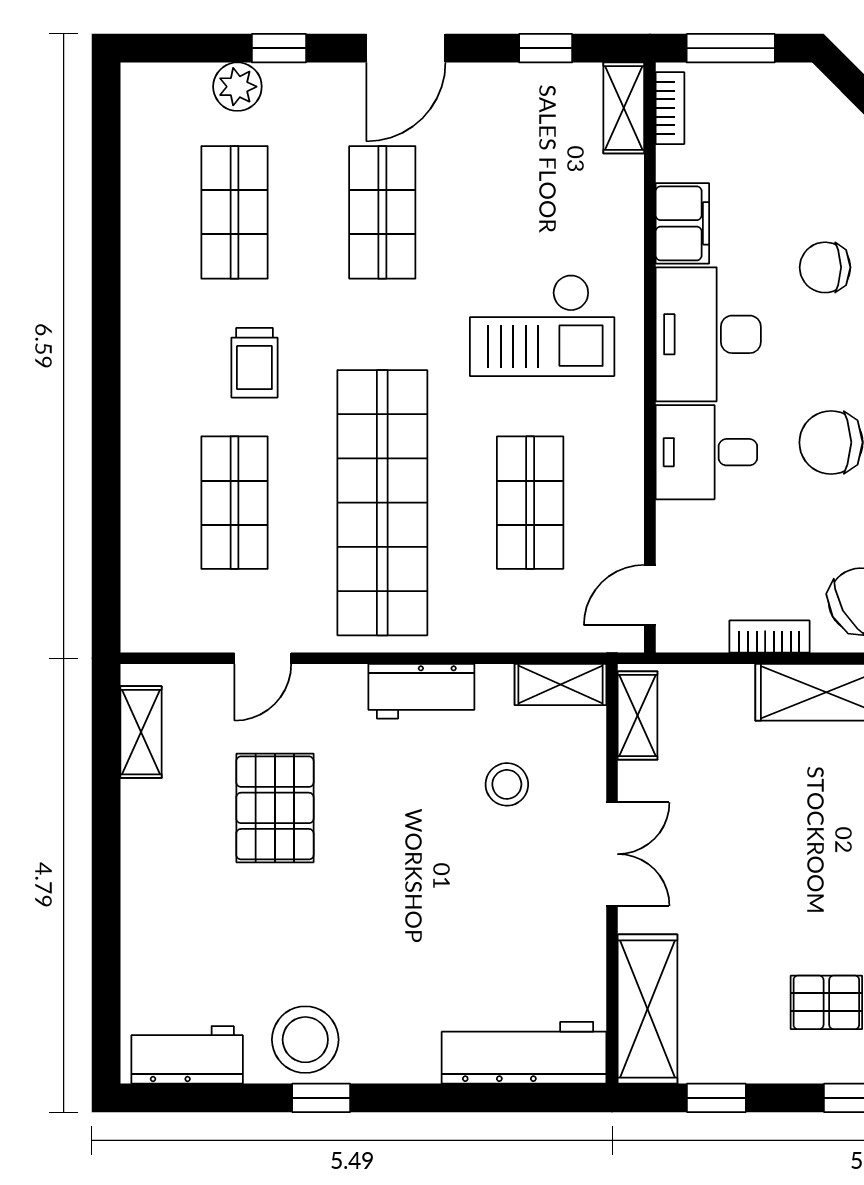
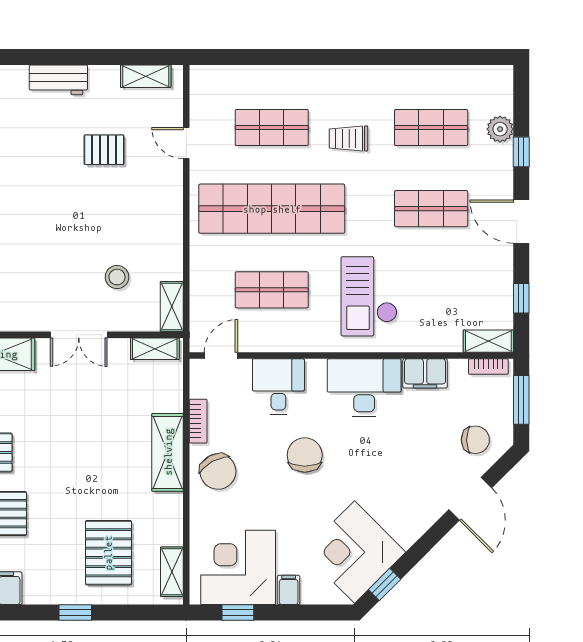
chair: (825, 267) -> (475, 440), moved, turned 90
desk: (706, 452) -> (278, 387), moved
door: (650, 595) -> (221, 356), hinge flipped
workbench: (421, 691) -> (58, 80), moved, turned -90
pallet: (275, 808) -> (104, 150), width x0.67, depth x0.71

